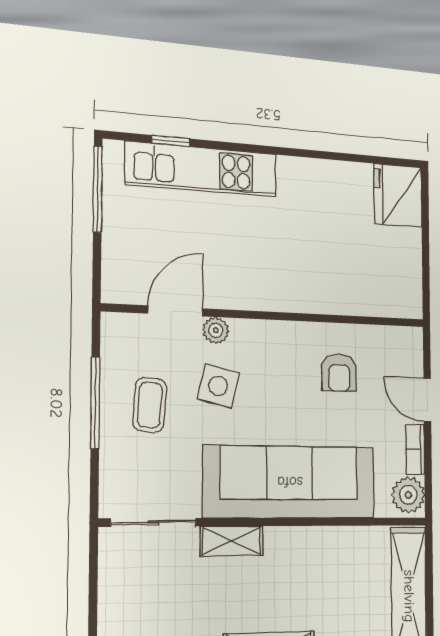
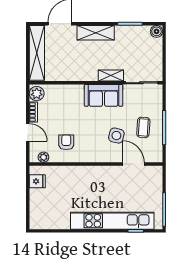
kitchen unit: (202, 169) -> (112, 221), width x1.36
fridge: (398, 195) -> (37, 181), moved, width x0.53, depth x0.75
door: (175, 311) -> (133, 164), swing flipped
plant: (216, 330) -> (43, 157), moved
sofa: (290, 482) -> (104, 95), width x0.54, depth x0.79

